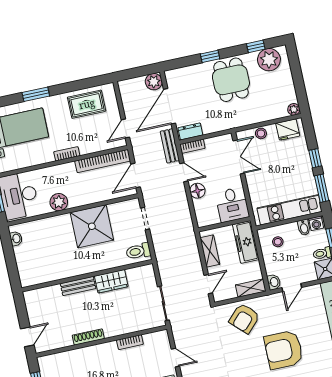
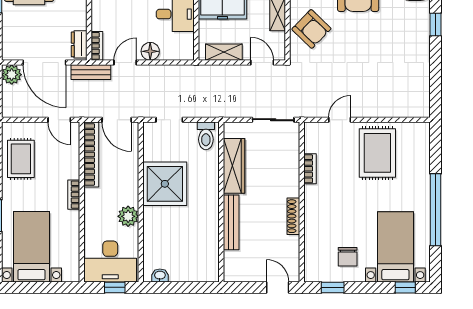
wardrobe: (111, 281) -> (234, 166), width x1.50
bench: (78, 286) -> (231, 222), width x1.36

